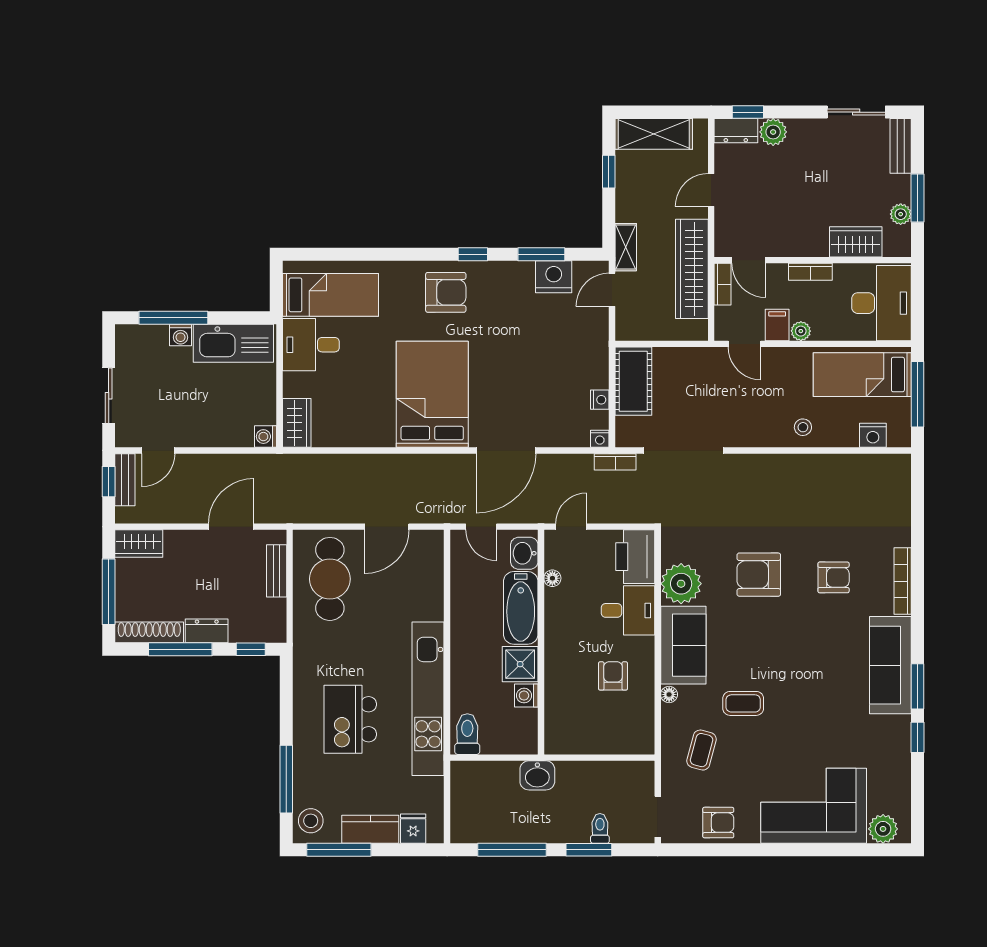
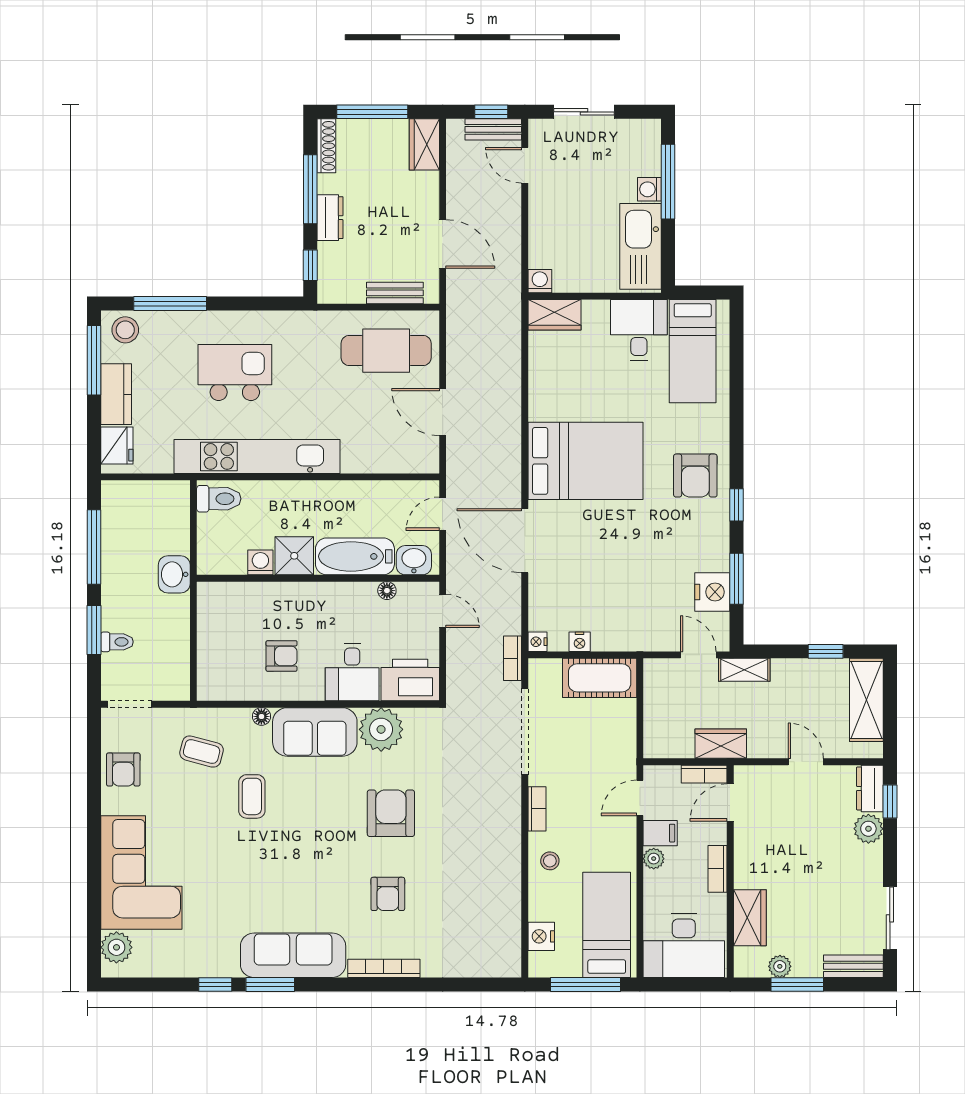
wardrobe: (692, 269) -> (721, 744), width x0.48, depth x0.85
bookcase: (755, 439) -> (537, 809), added
shoe rack: (149, 632) -> (326, 146), width x0.74, depth x0.81
fridge: (413, 829) -> (117, 445), width x1.38

